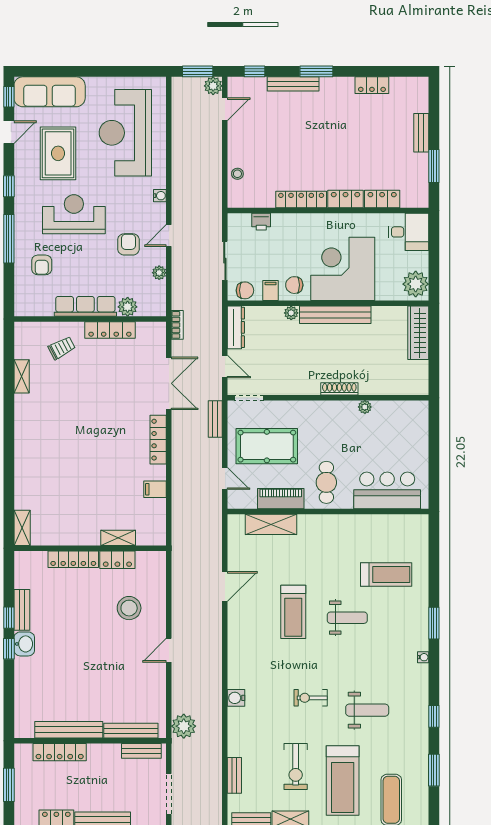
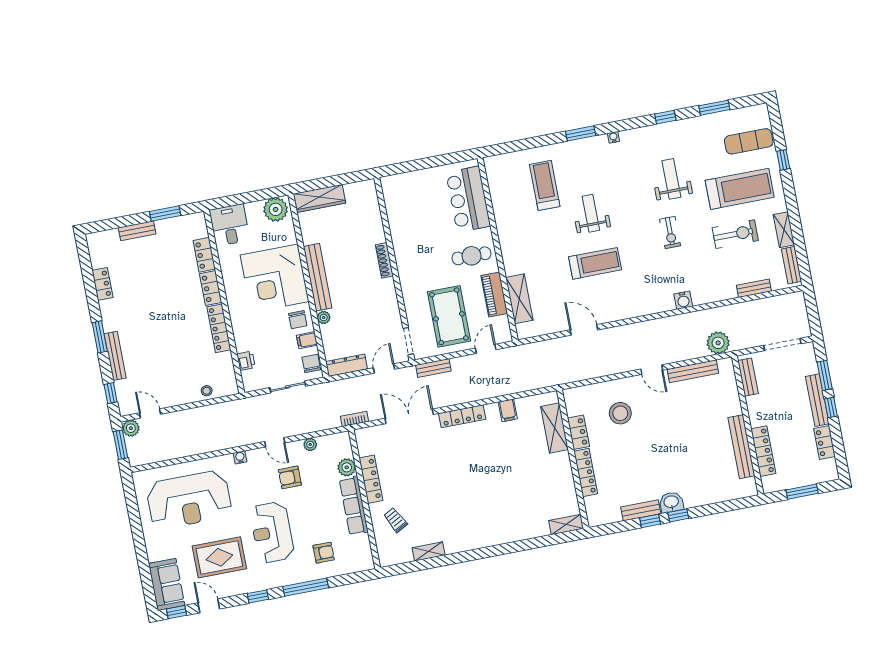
sofa: (50, 92) -> (167, 584), width x0.73
plant: (365, 407) -> (396, 234), removed
shelving: (118, 538) -> (555, 428), width x1.50, depth x1.33
bench: (131, 731) -> (693, 371), moved, turned 90

